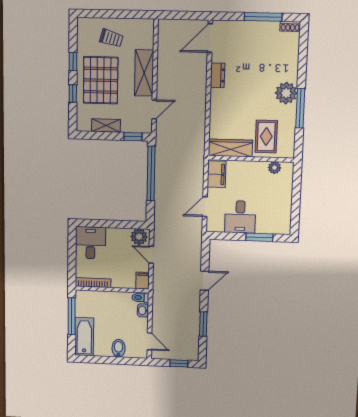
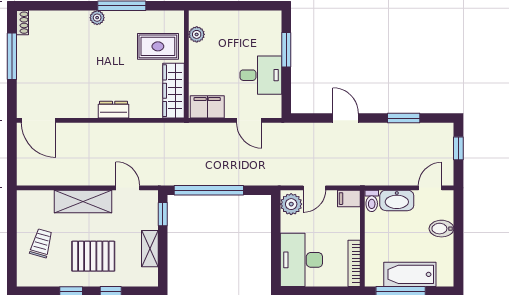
dresser: (218, 75) -> (114, 110), moved
pallet: (101, 80) -> (93, 256), width x0.73, depth x0.71
plant: (286, 93) -> (97, 18), width x0.53, depth x0.53
desk: (90, 243) -> (301, 260), width x1.37
washbasin: (143, 310) -> (397, 200), width x1.91, depth x1.45
bathtub: (84, 337) -> (410, 274), moved

